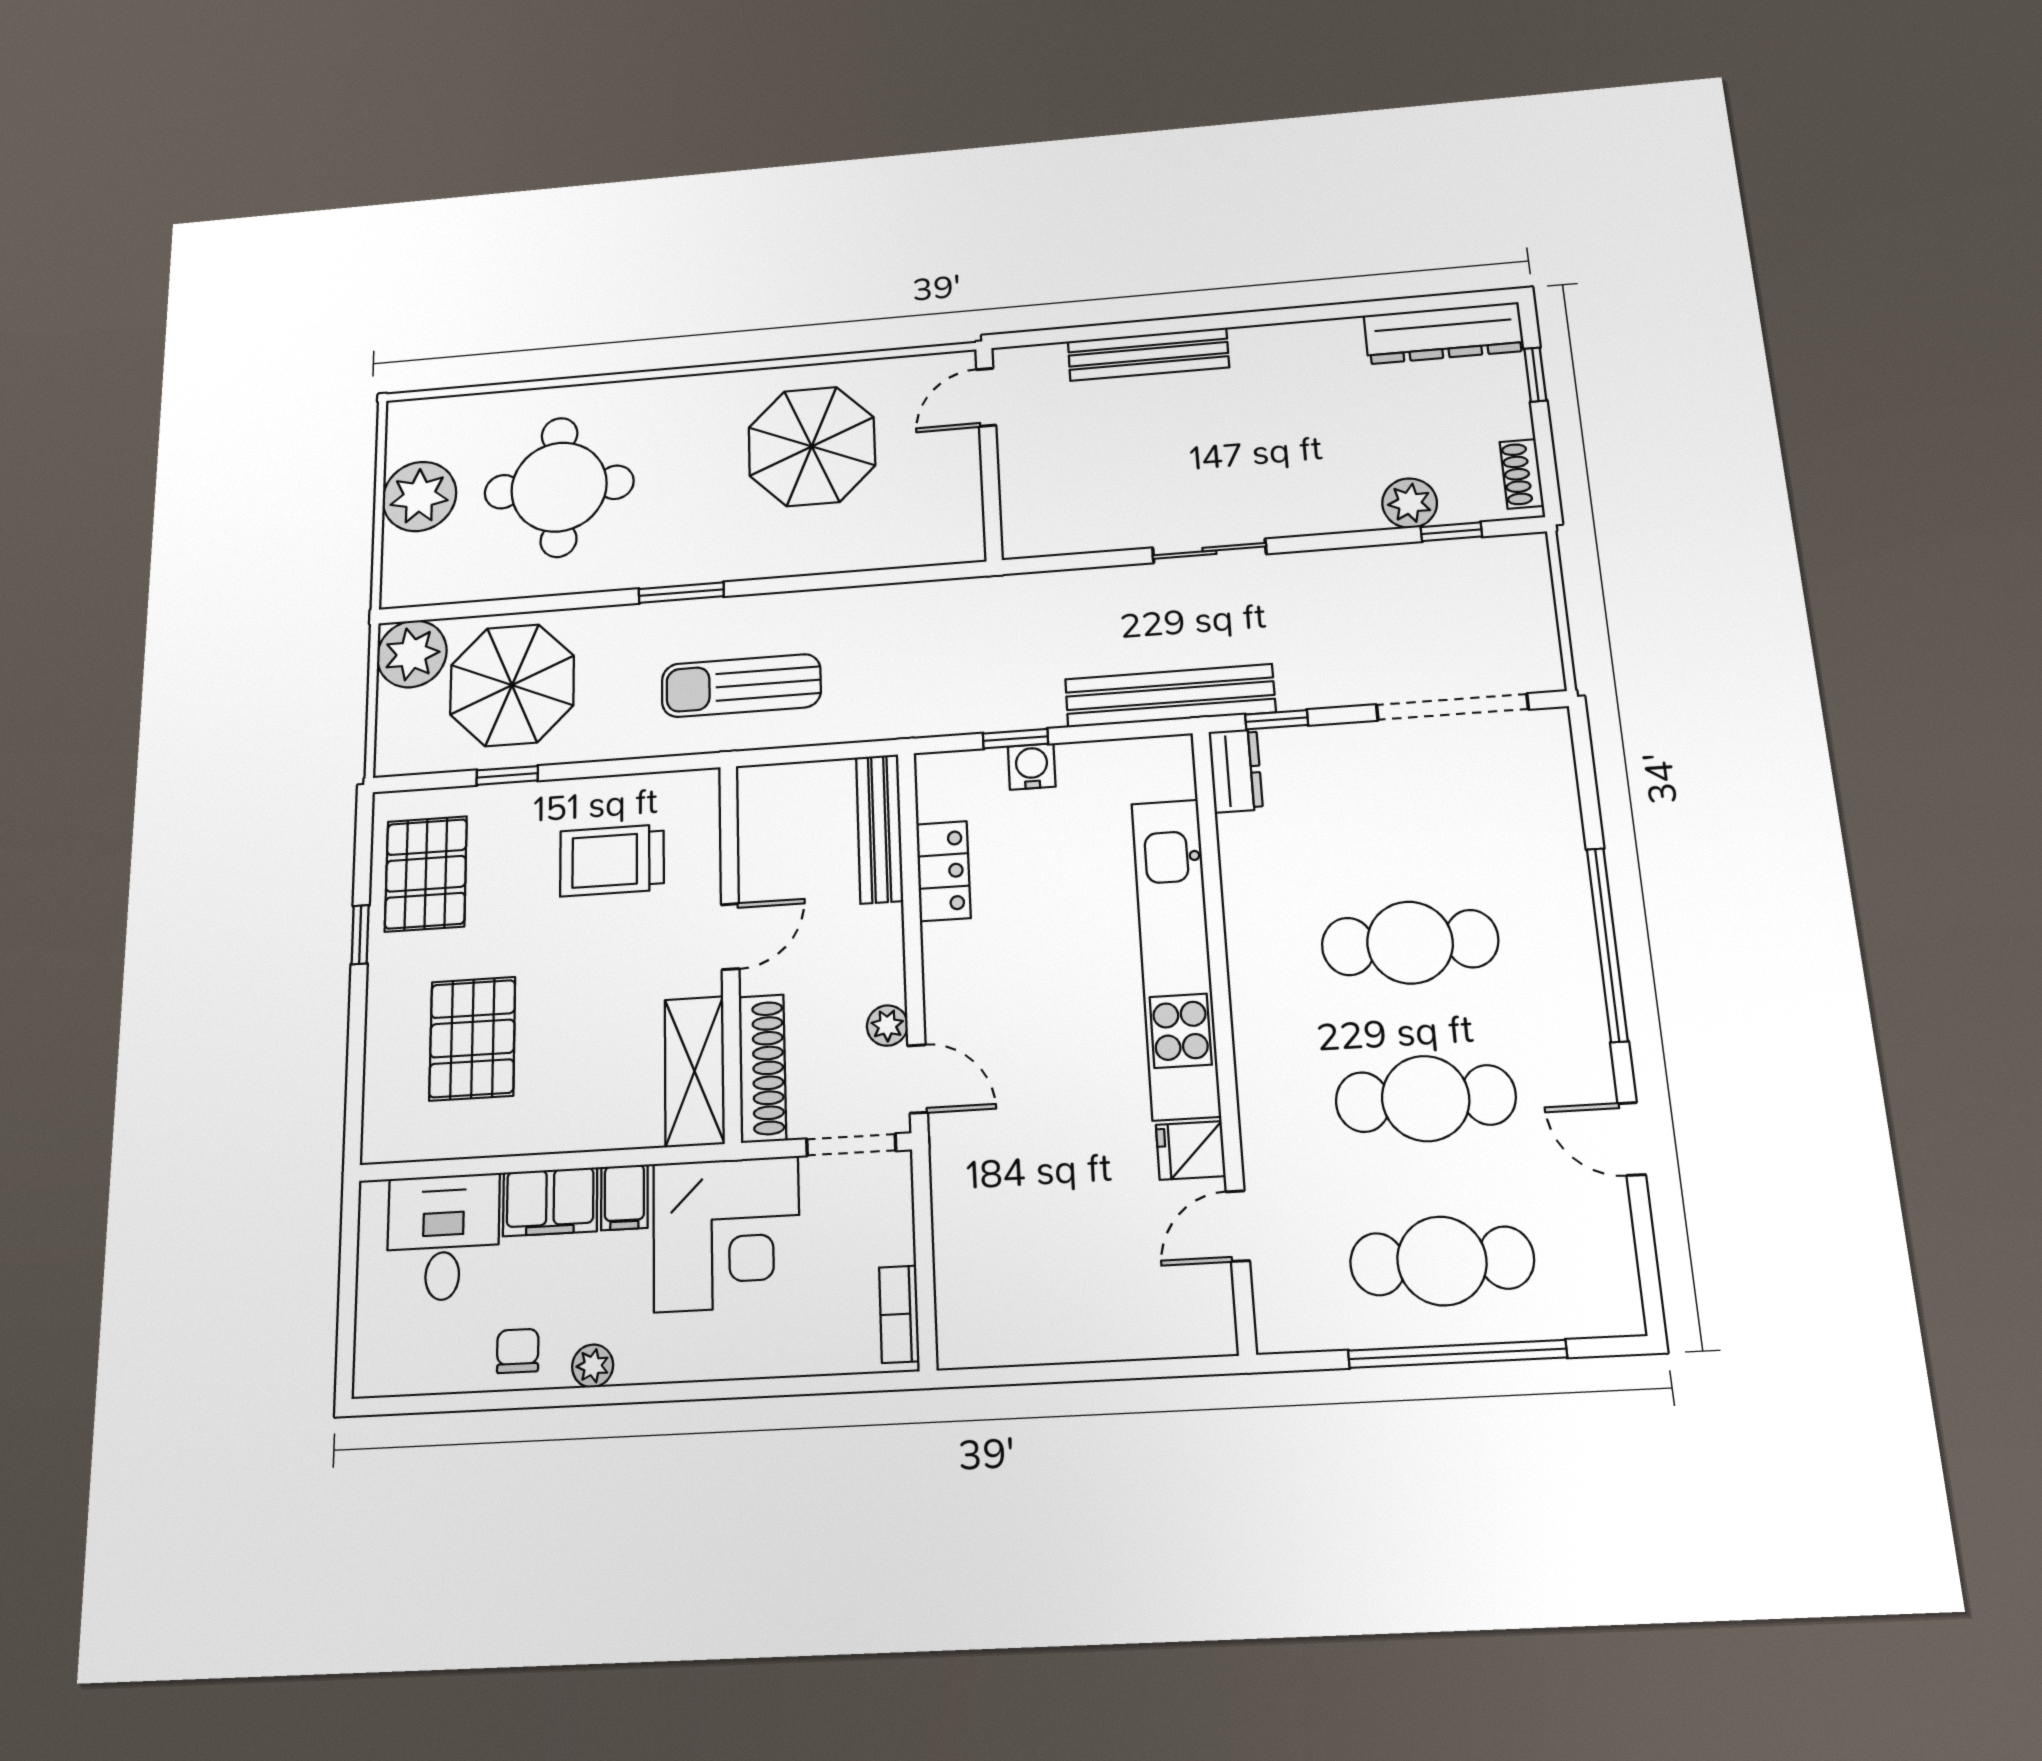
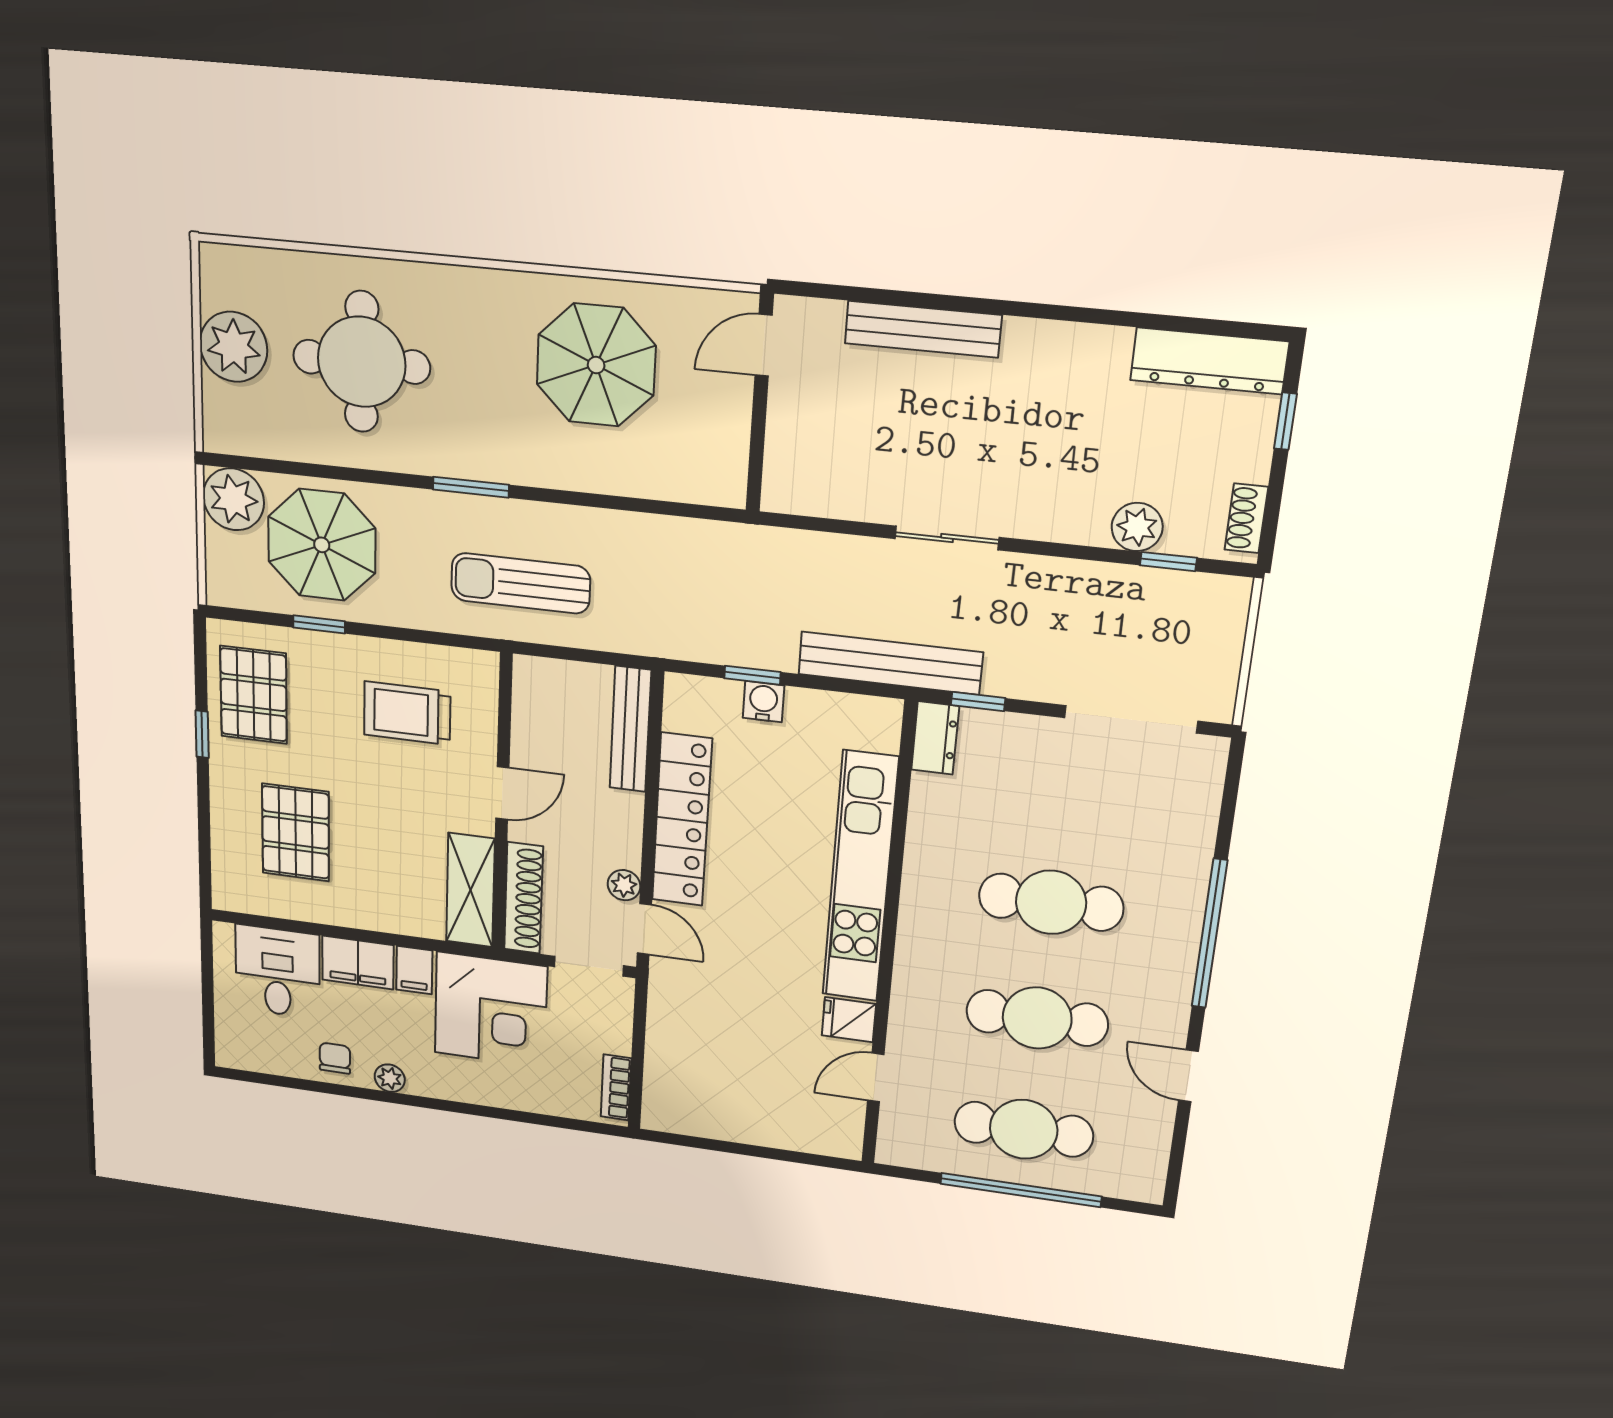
locker: (943, 871) -> (682, 820), width x2.16, depth x1.21

